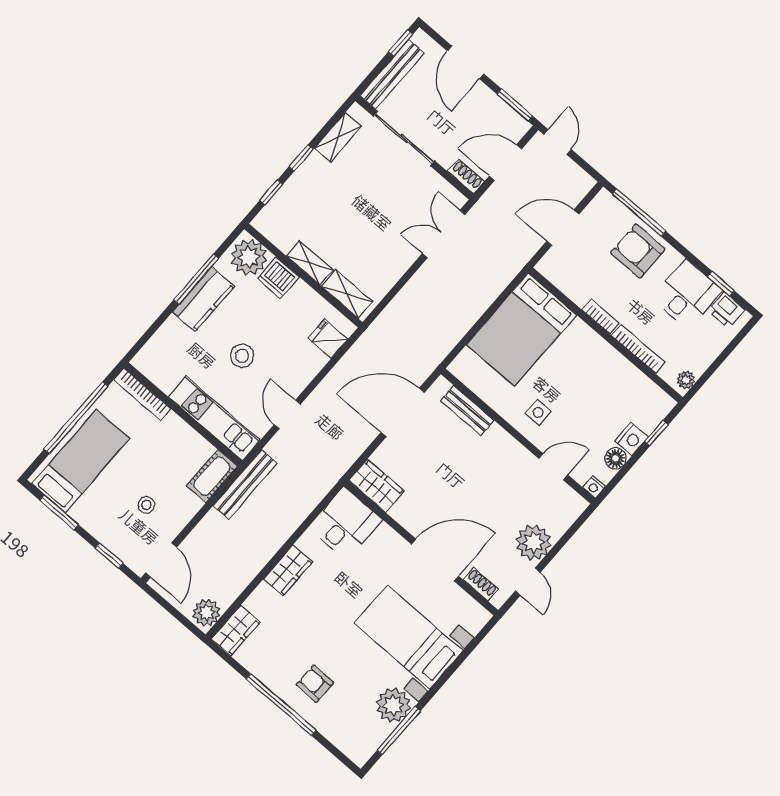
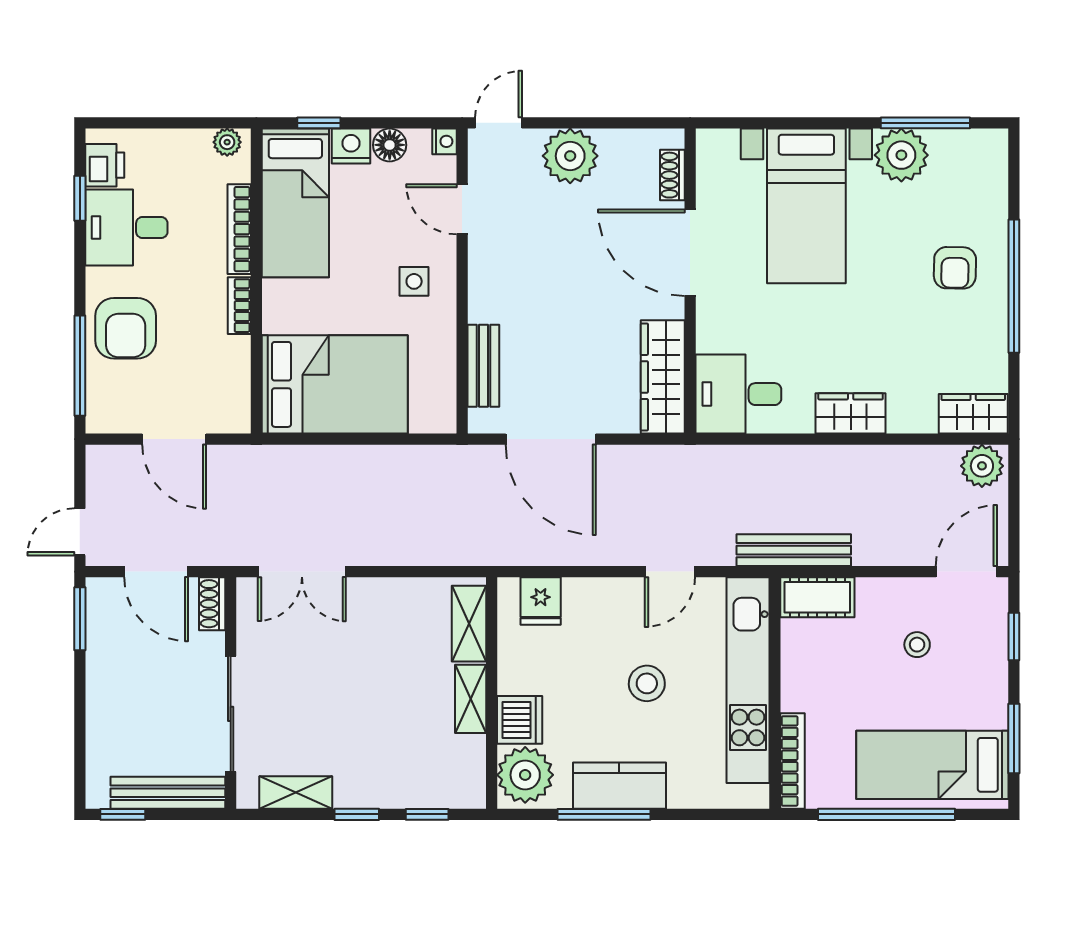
door: (465, 62) -> (80, 719), removed
bed: (627, 387) -> (295, 203), added
kitchen unit: (214, 418) -> (748, 680), width x1.36
wardrobe: (376, 486) -> (663, 377), width x1.50
door: (528, 582) -> (499, 123), moved

